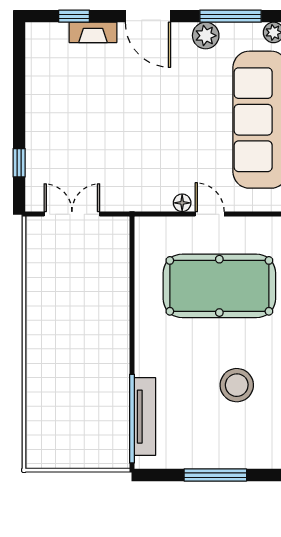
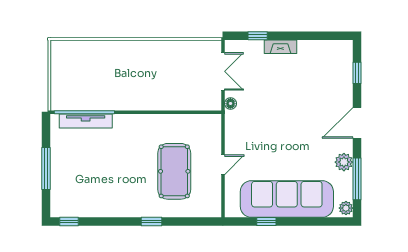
fireplace: (93, 32) -> (280, 47), moved, turned -90
floor lamp: (182, 203) -> (230, 103), moved
pool table: (219, 286) -> (174, 171), width x0.73, depth x0.76
stool: (237, 385) -> (107, 183), removed

